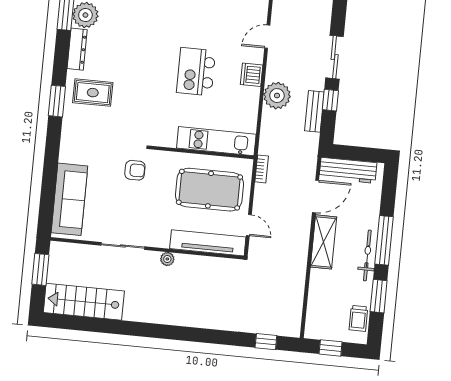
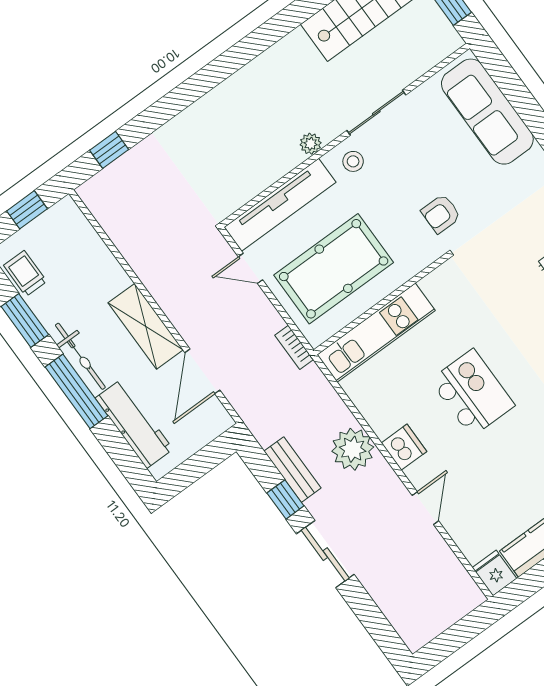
workbench: (348, 170) -> (134, 424), moved, turned 90
stool: (155, 233) -> (353, 161), added

